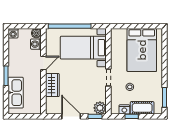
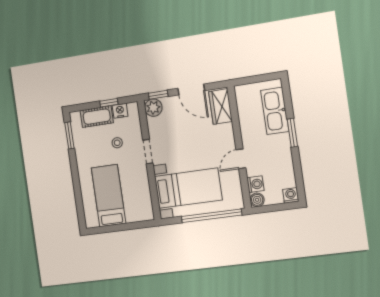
bed: (142, 50) -> (109, 196), width x0.67
wardrobe: (52, 85) -> (220, 107), moved

